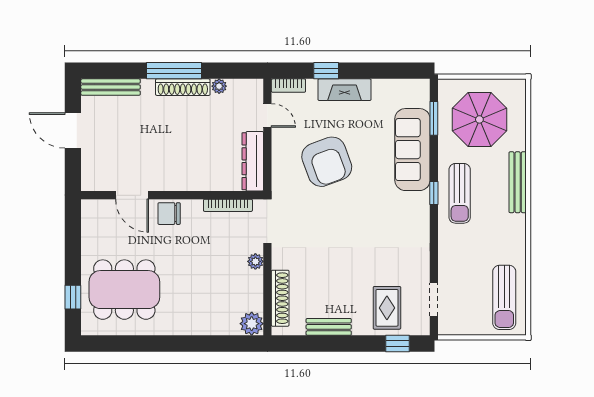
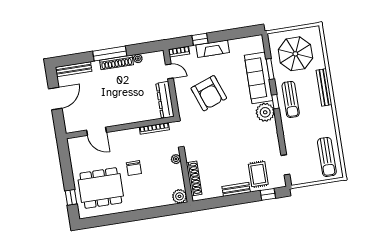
window: (434, 118) -> (270, 69), moved
door: (73, 130) -> (55, 99), swing flipped
plant: (414, 208) -> (265, 112), added
chair: (169, 214) -> (134, 168), moved, turned -90
bench: (329, 327) -> (236, 189), moved

